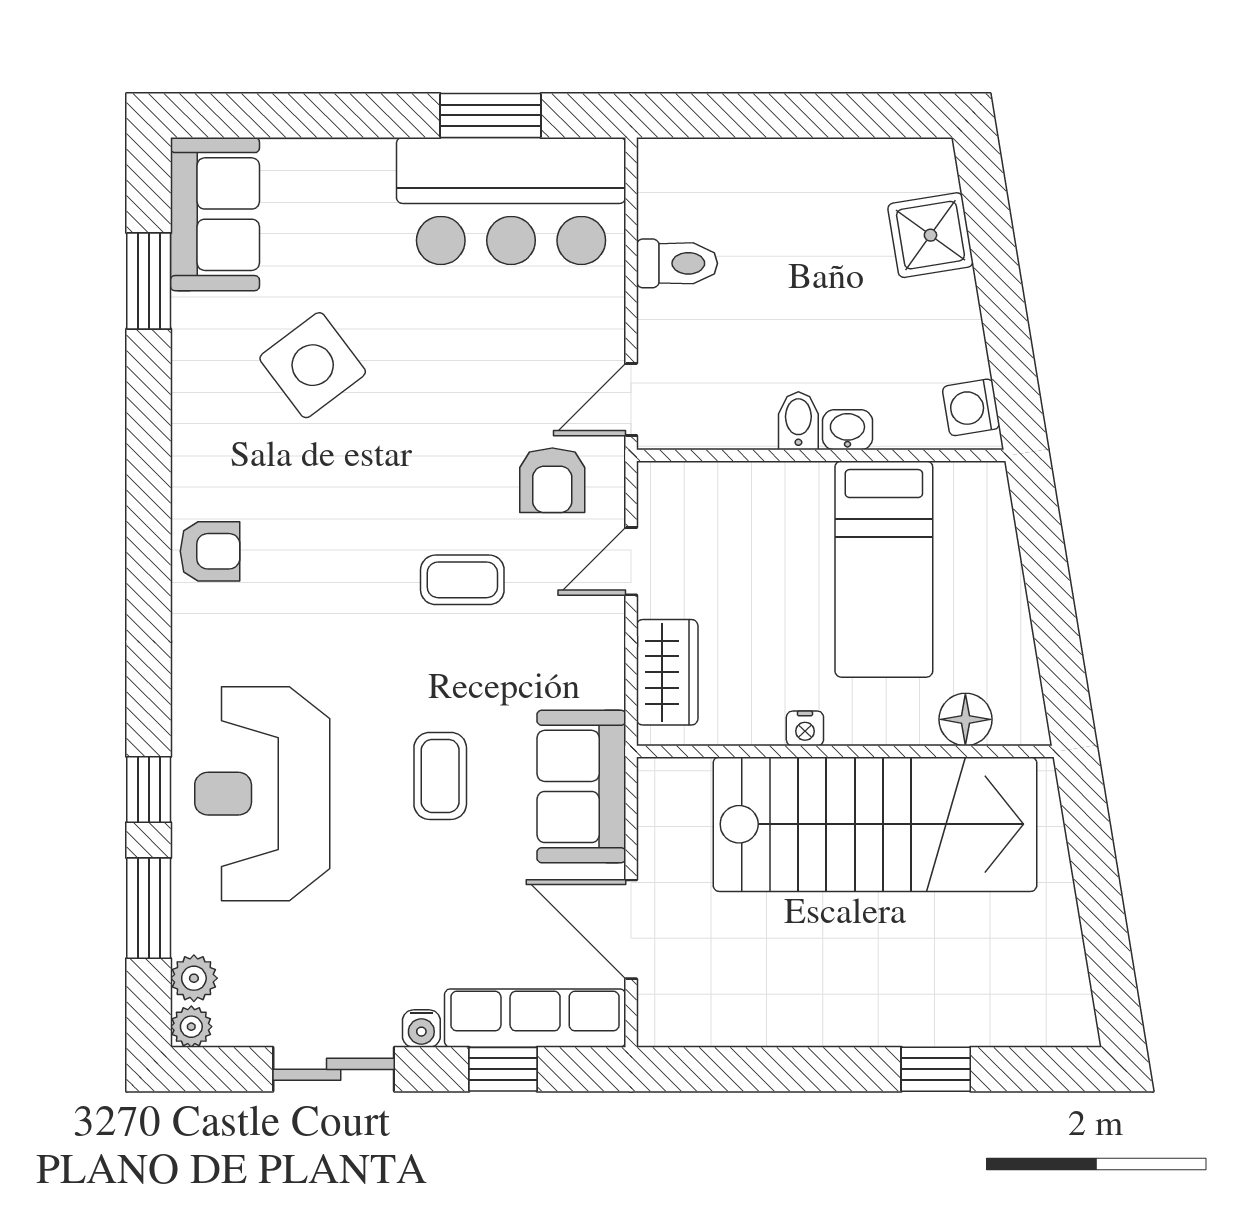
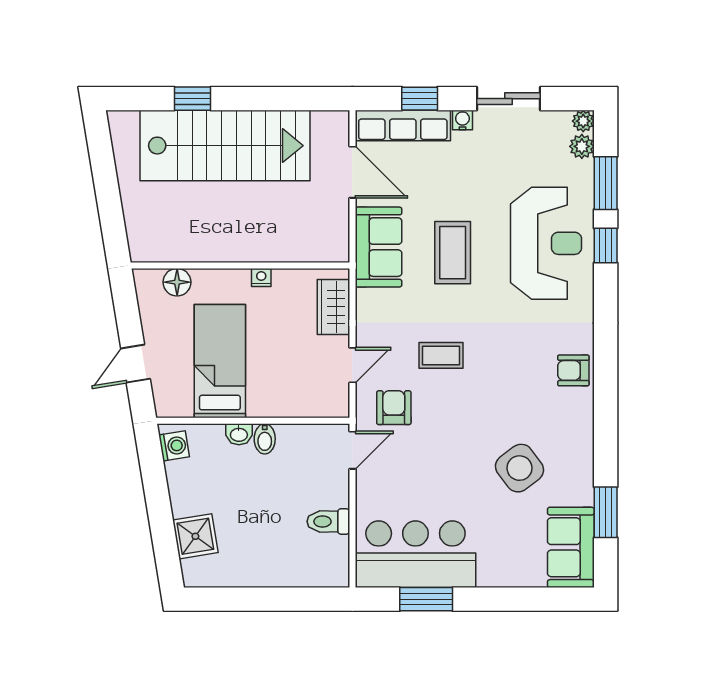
door: (1045, 564) -> (135, 364), added
coffee table: (440, 776) -> (453, 253), width x1.36, depth x1.30
stairs: (875, 824) -> (225, 146), moved, turned 180

